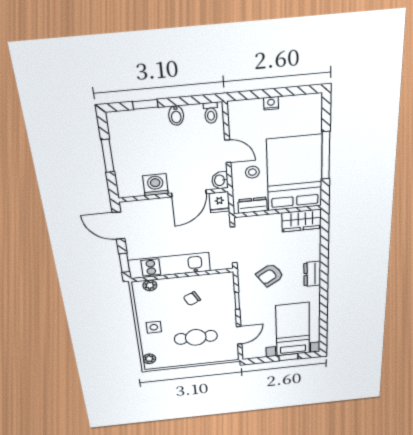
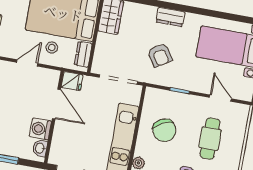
washbasin: (220, 180) -> (40, 148), moved, turned 90
chair: (192, 299) -> (164, 130), width x1.87, depth x1.87

